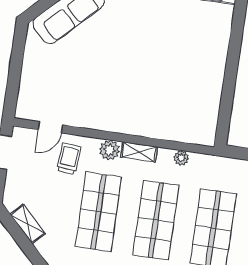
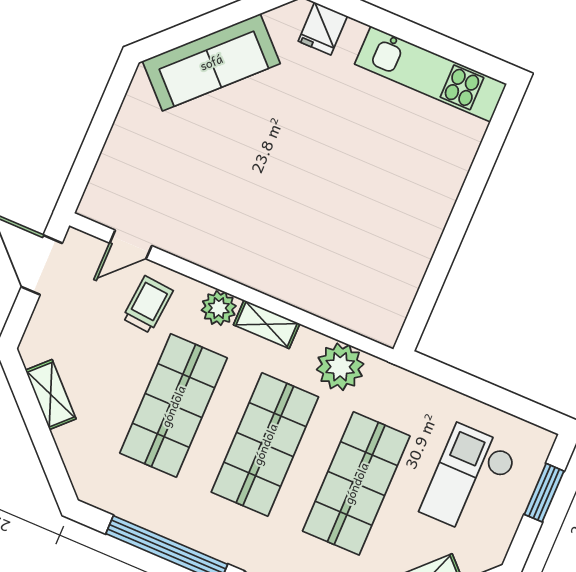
plant: (181, 158) -> (340, 367), width x1.88, depth x1.88

